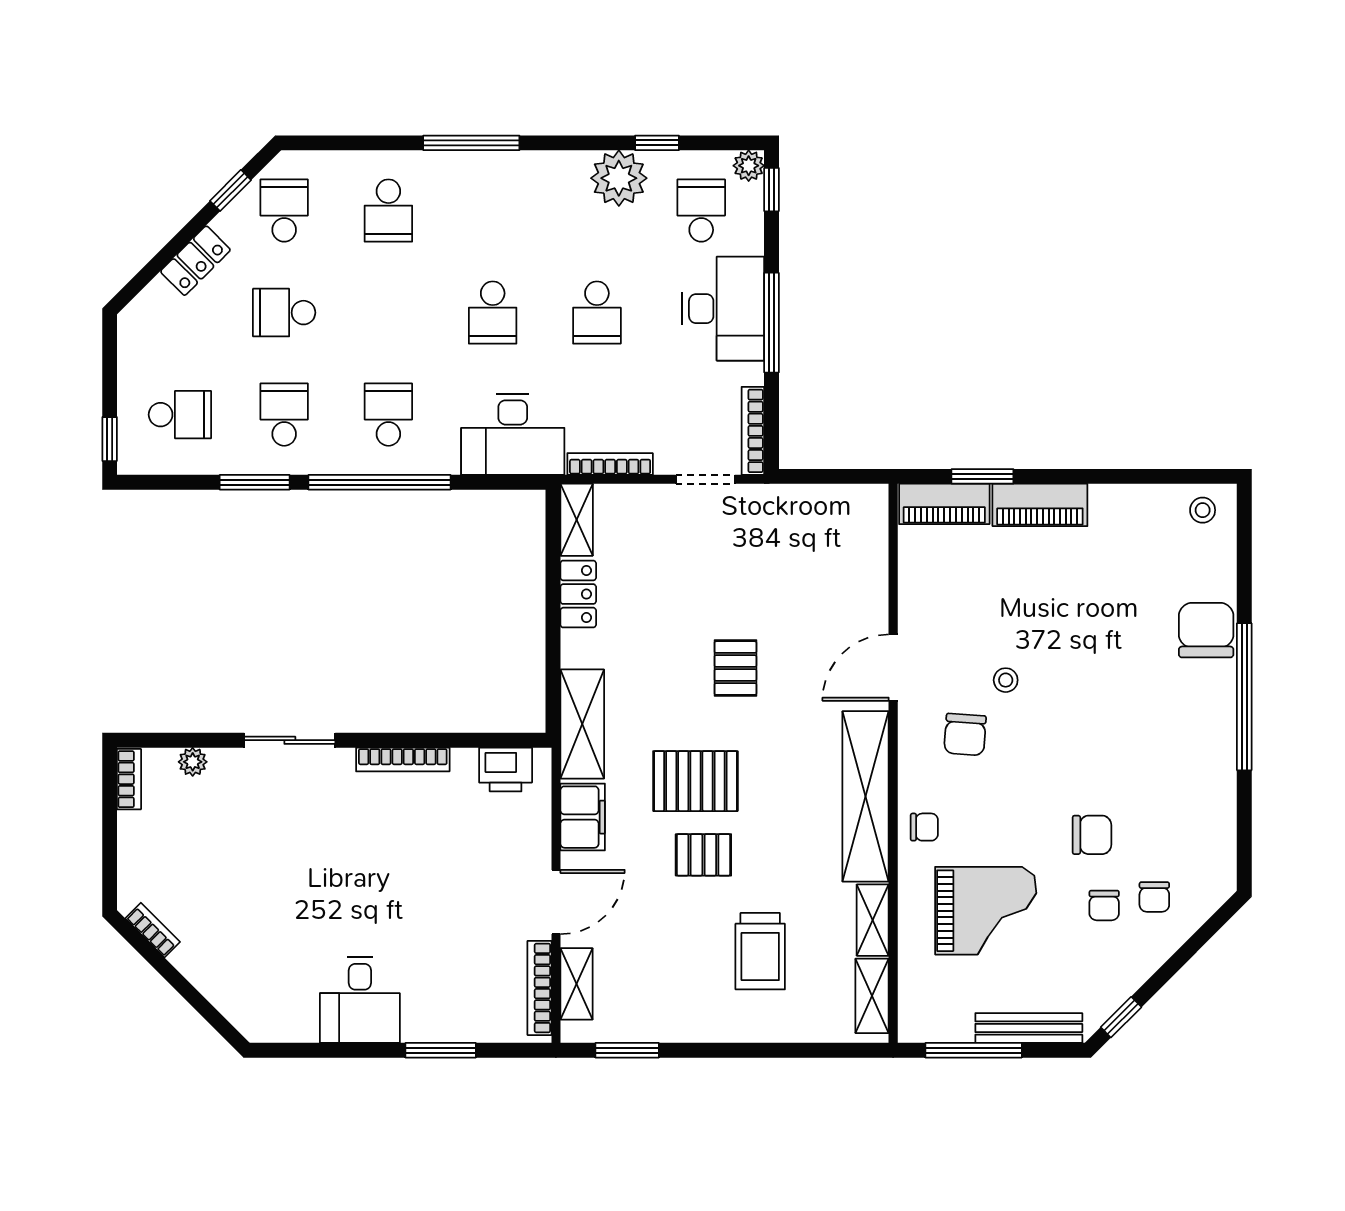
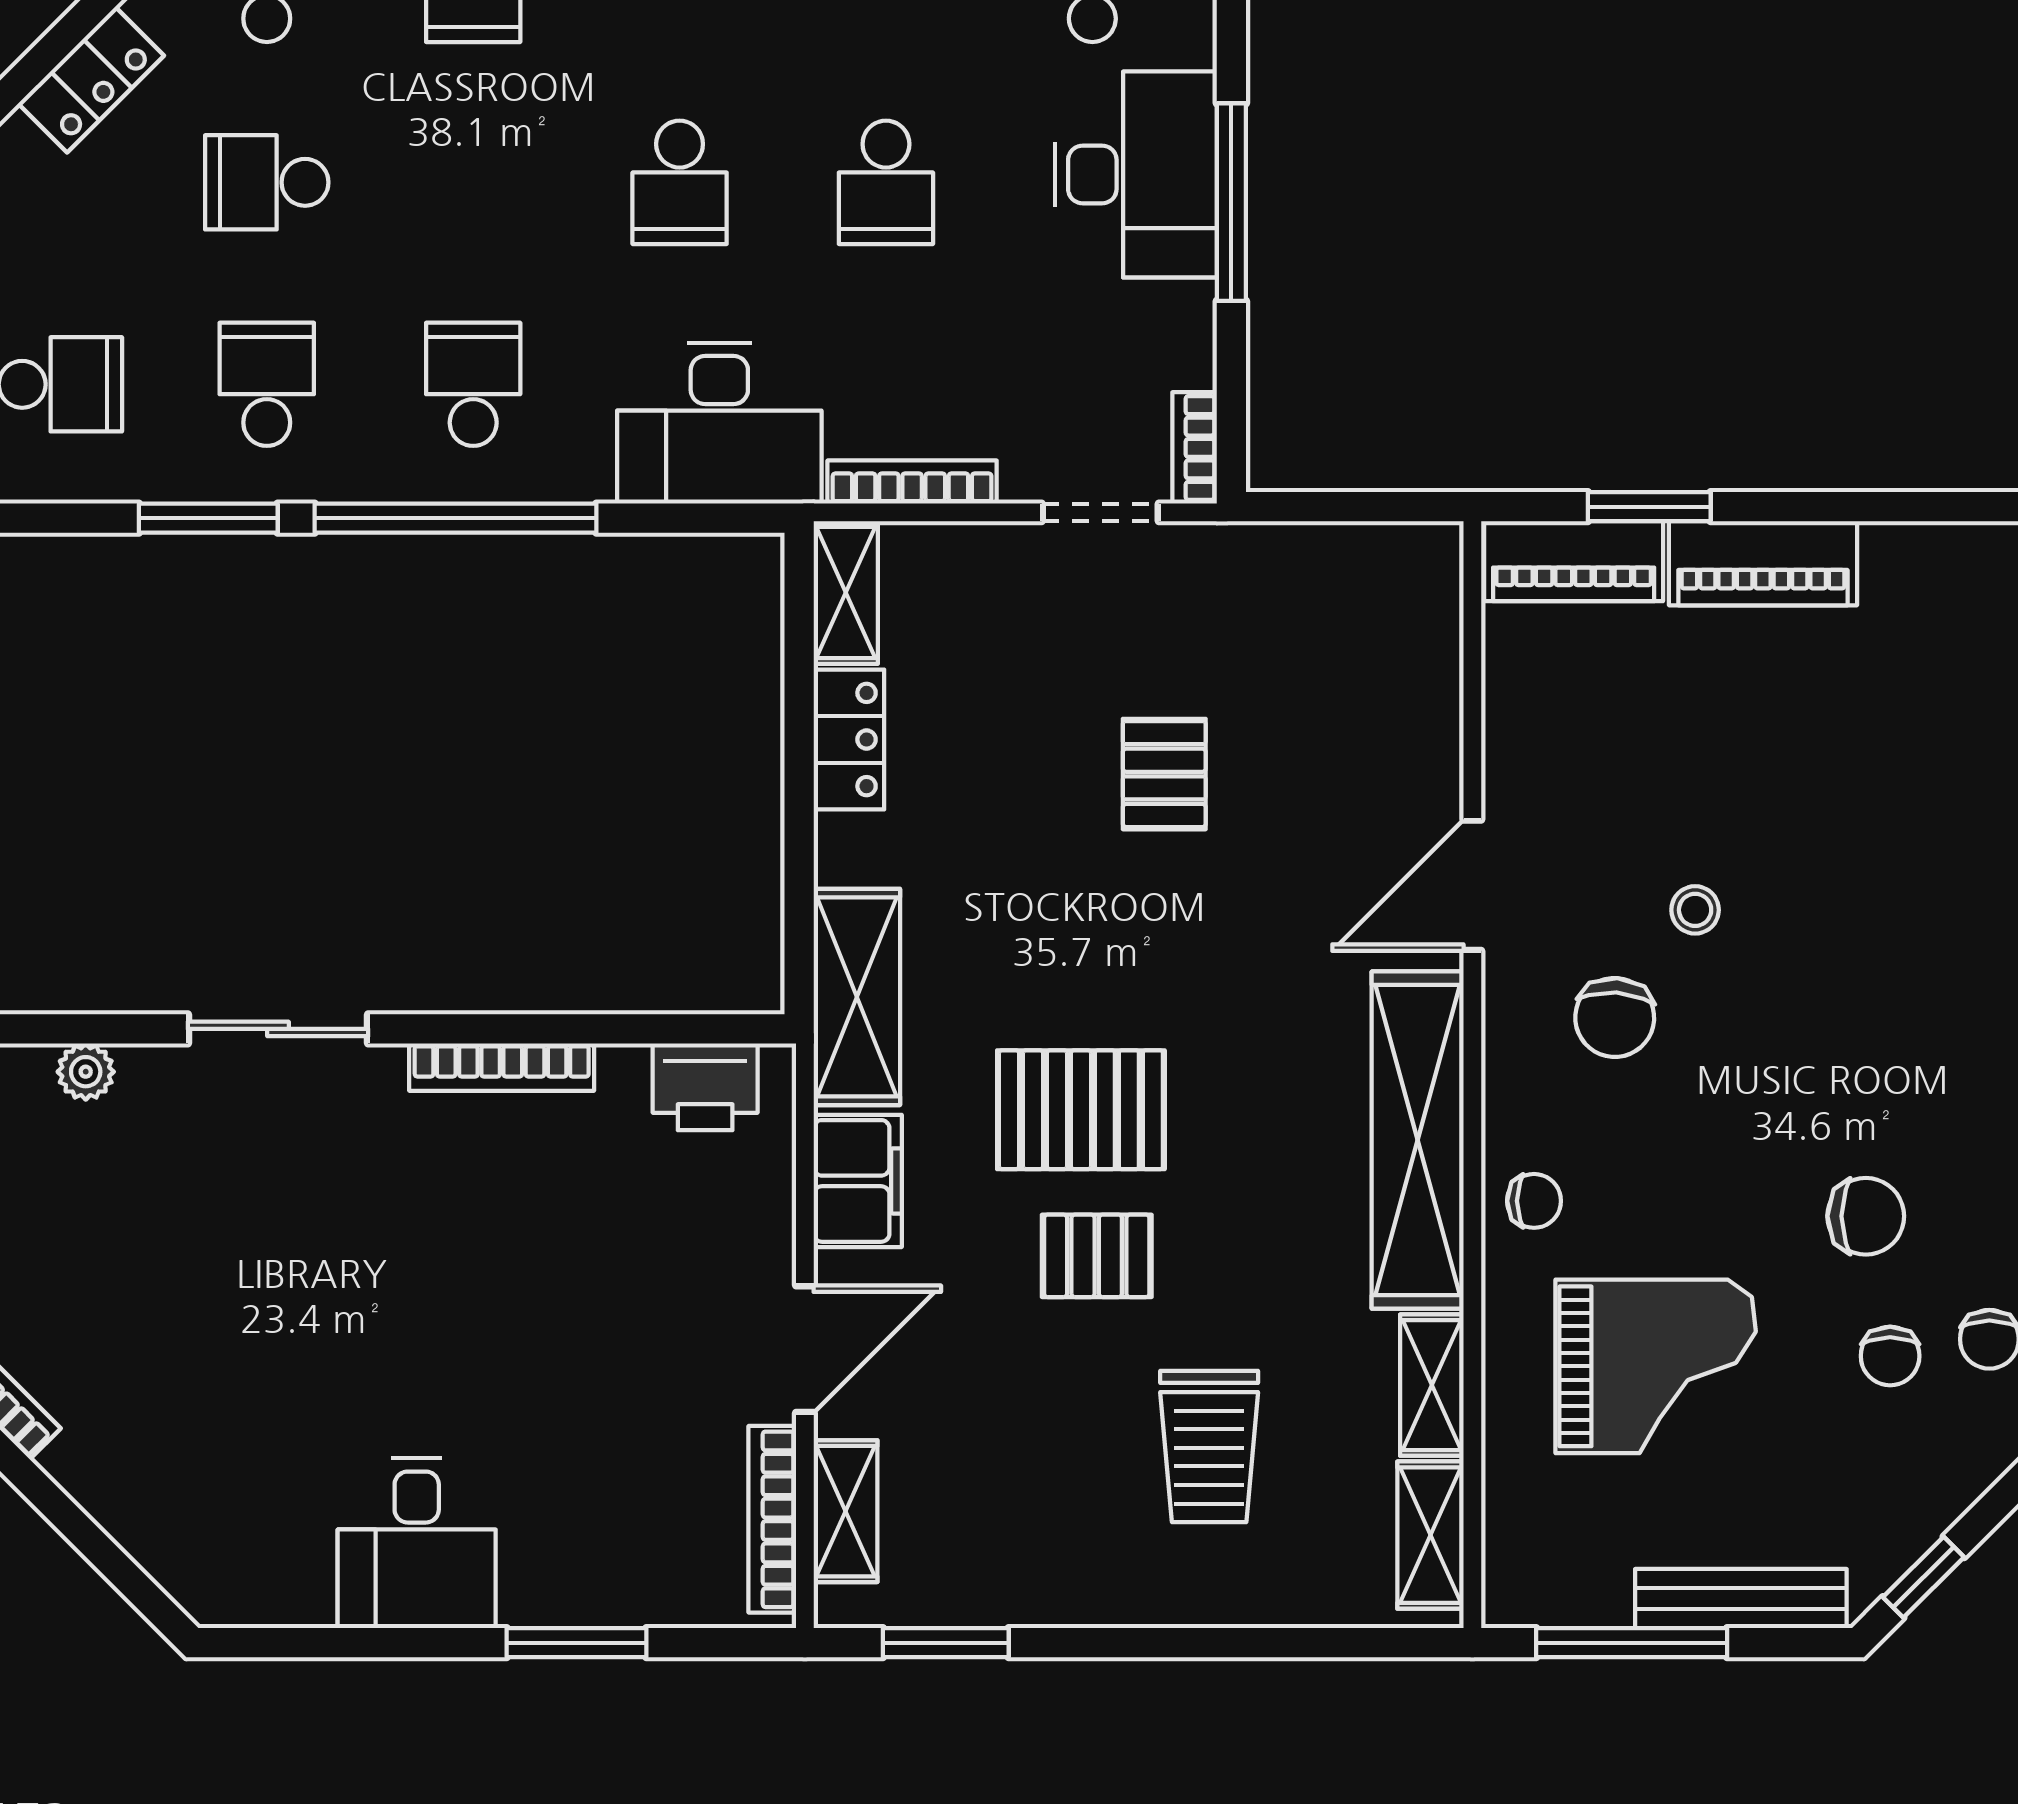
bookcase: (753, 431) -> (1195, 448), width x0.64
pallet: (735, 668) -> (1164, 774), moved

